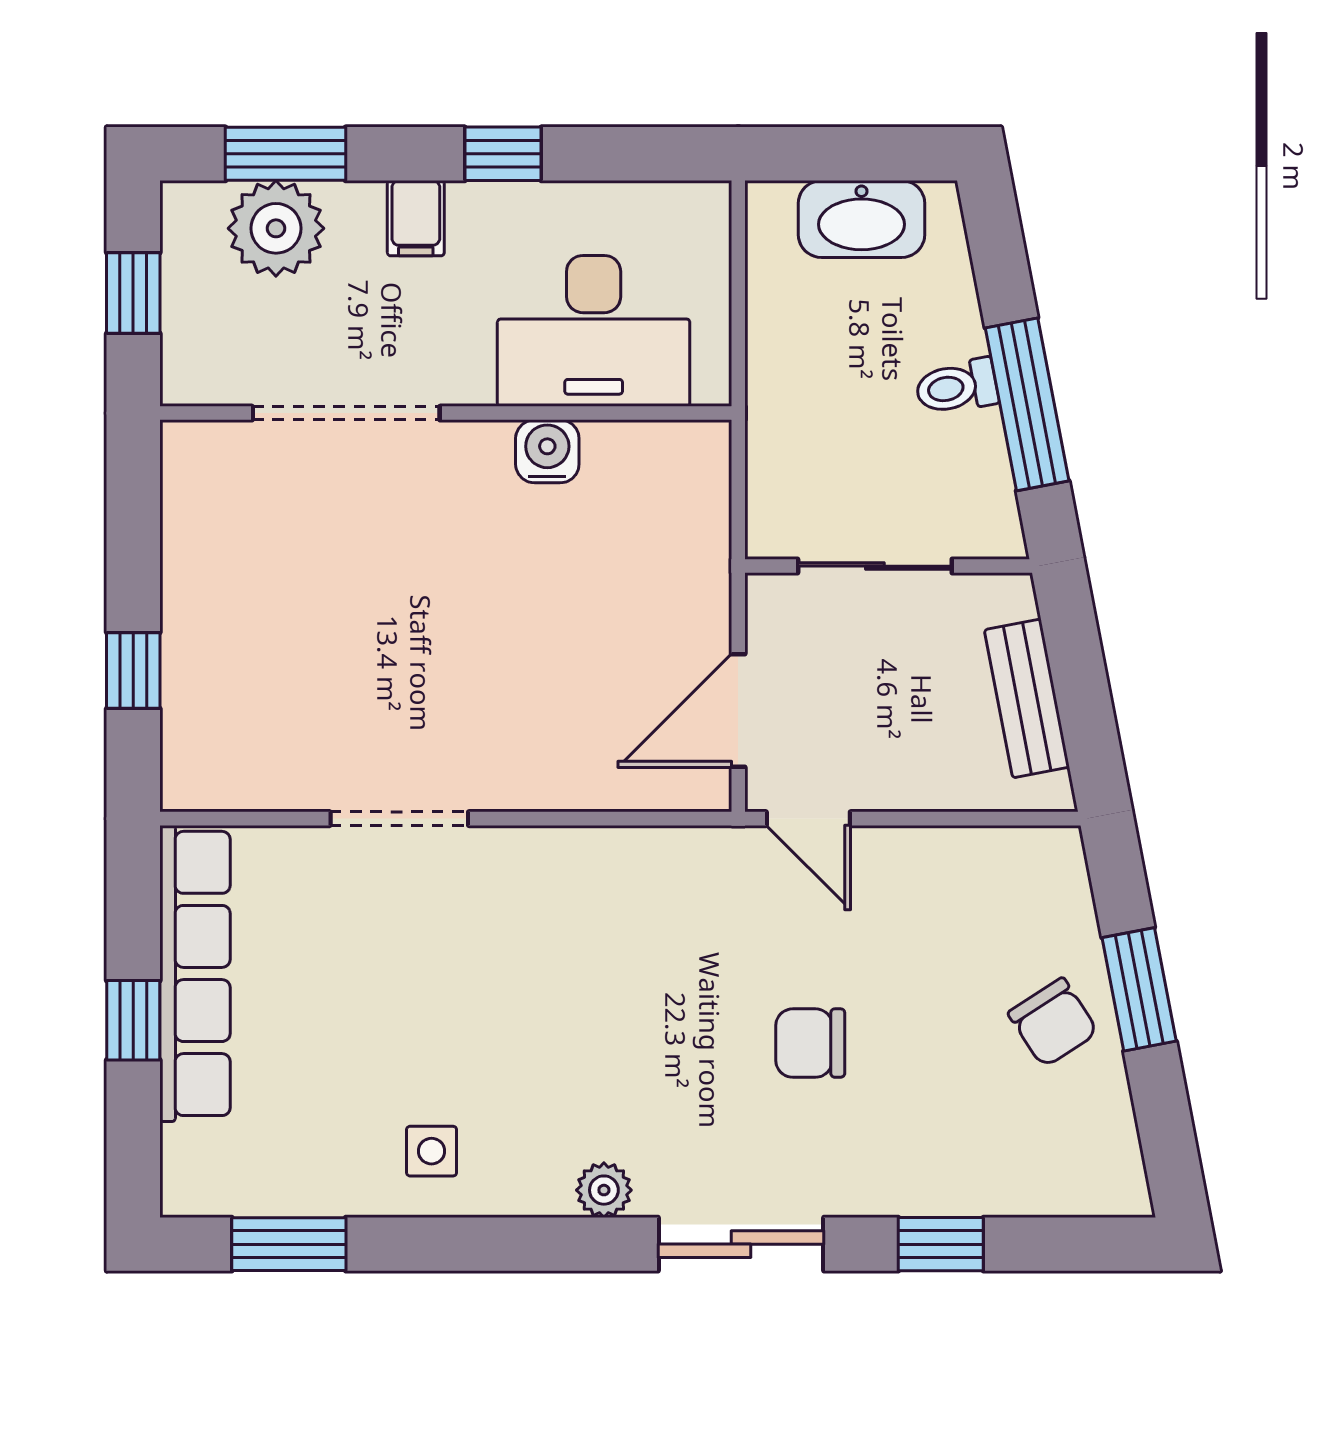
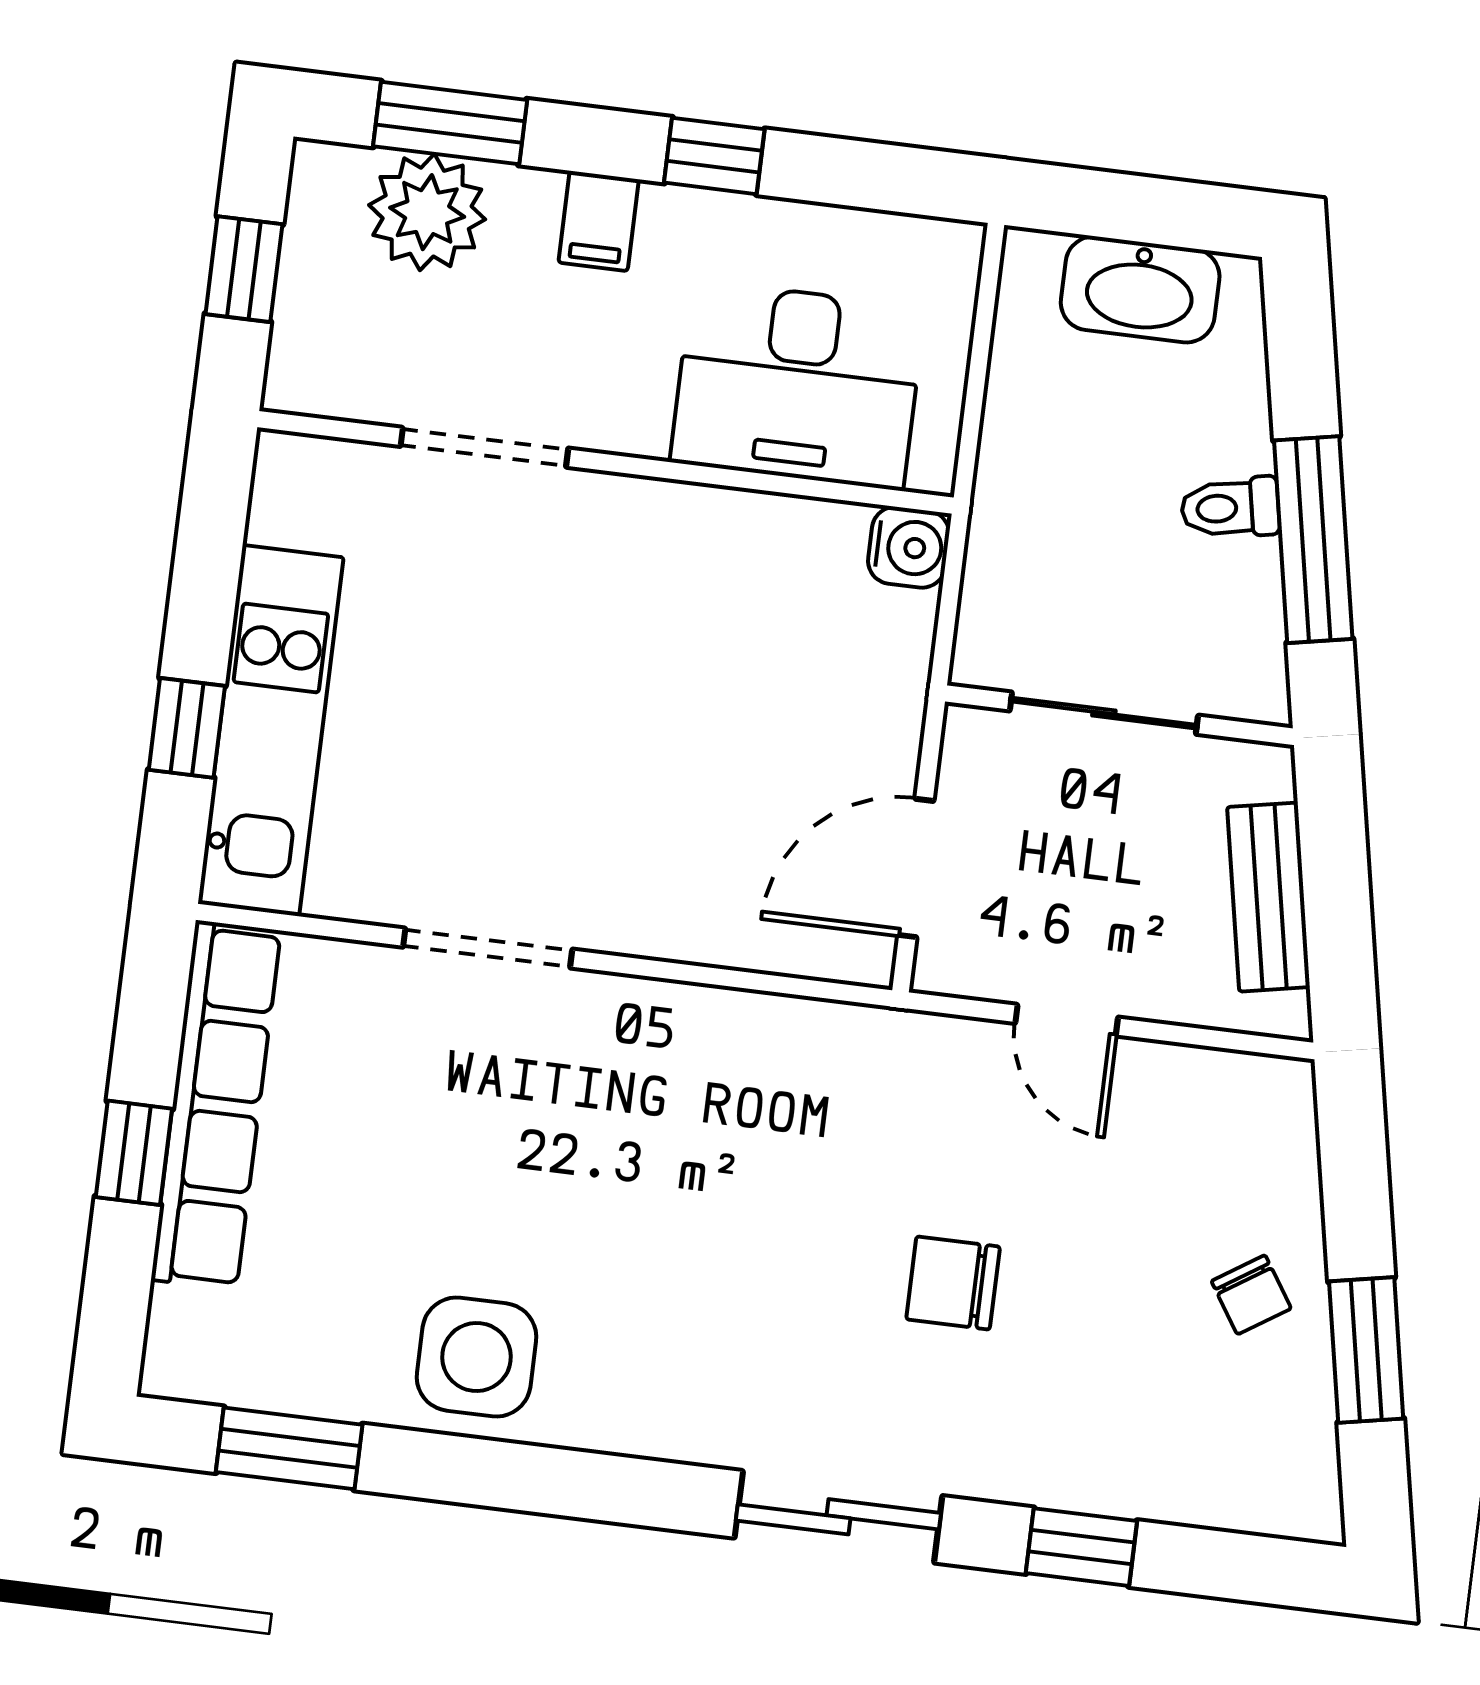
doorway: (346, 413) -> (484, 447), width x0.73
water cooler: (547, 451) -> (909, 547), moved, turned 90
kitchen unit: (201, 664) -> (271, 731), added
door: (808, 819) -> (1067, 1020), moved
window: (1139, 989) -> (1366, 1350), moved
chair: (1053, 1023) -> (1251, 1295), width x0.73, depth x0.73
side table: (432, 1151) -> (477, 1357), width x1.87, depth x1.87
plant: (604, 1190) -> (680, 1430), removed

